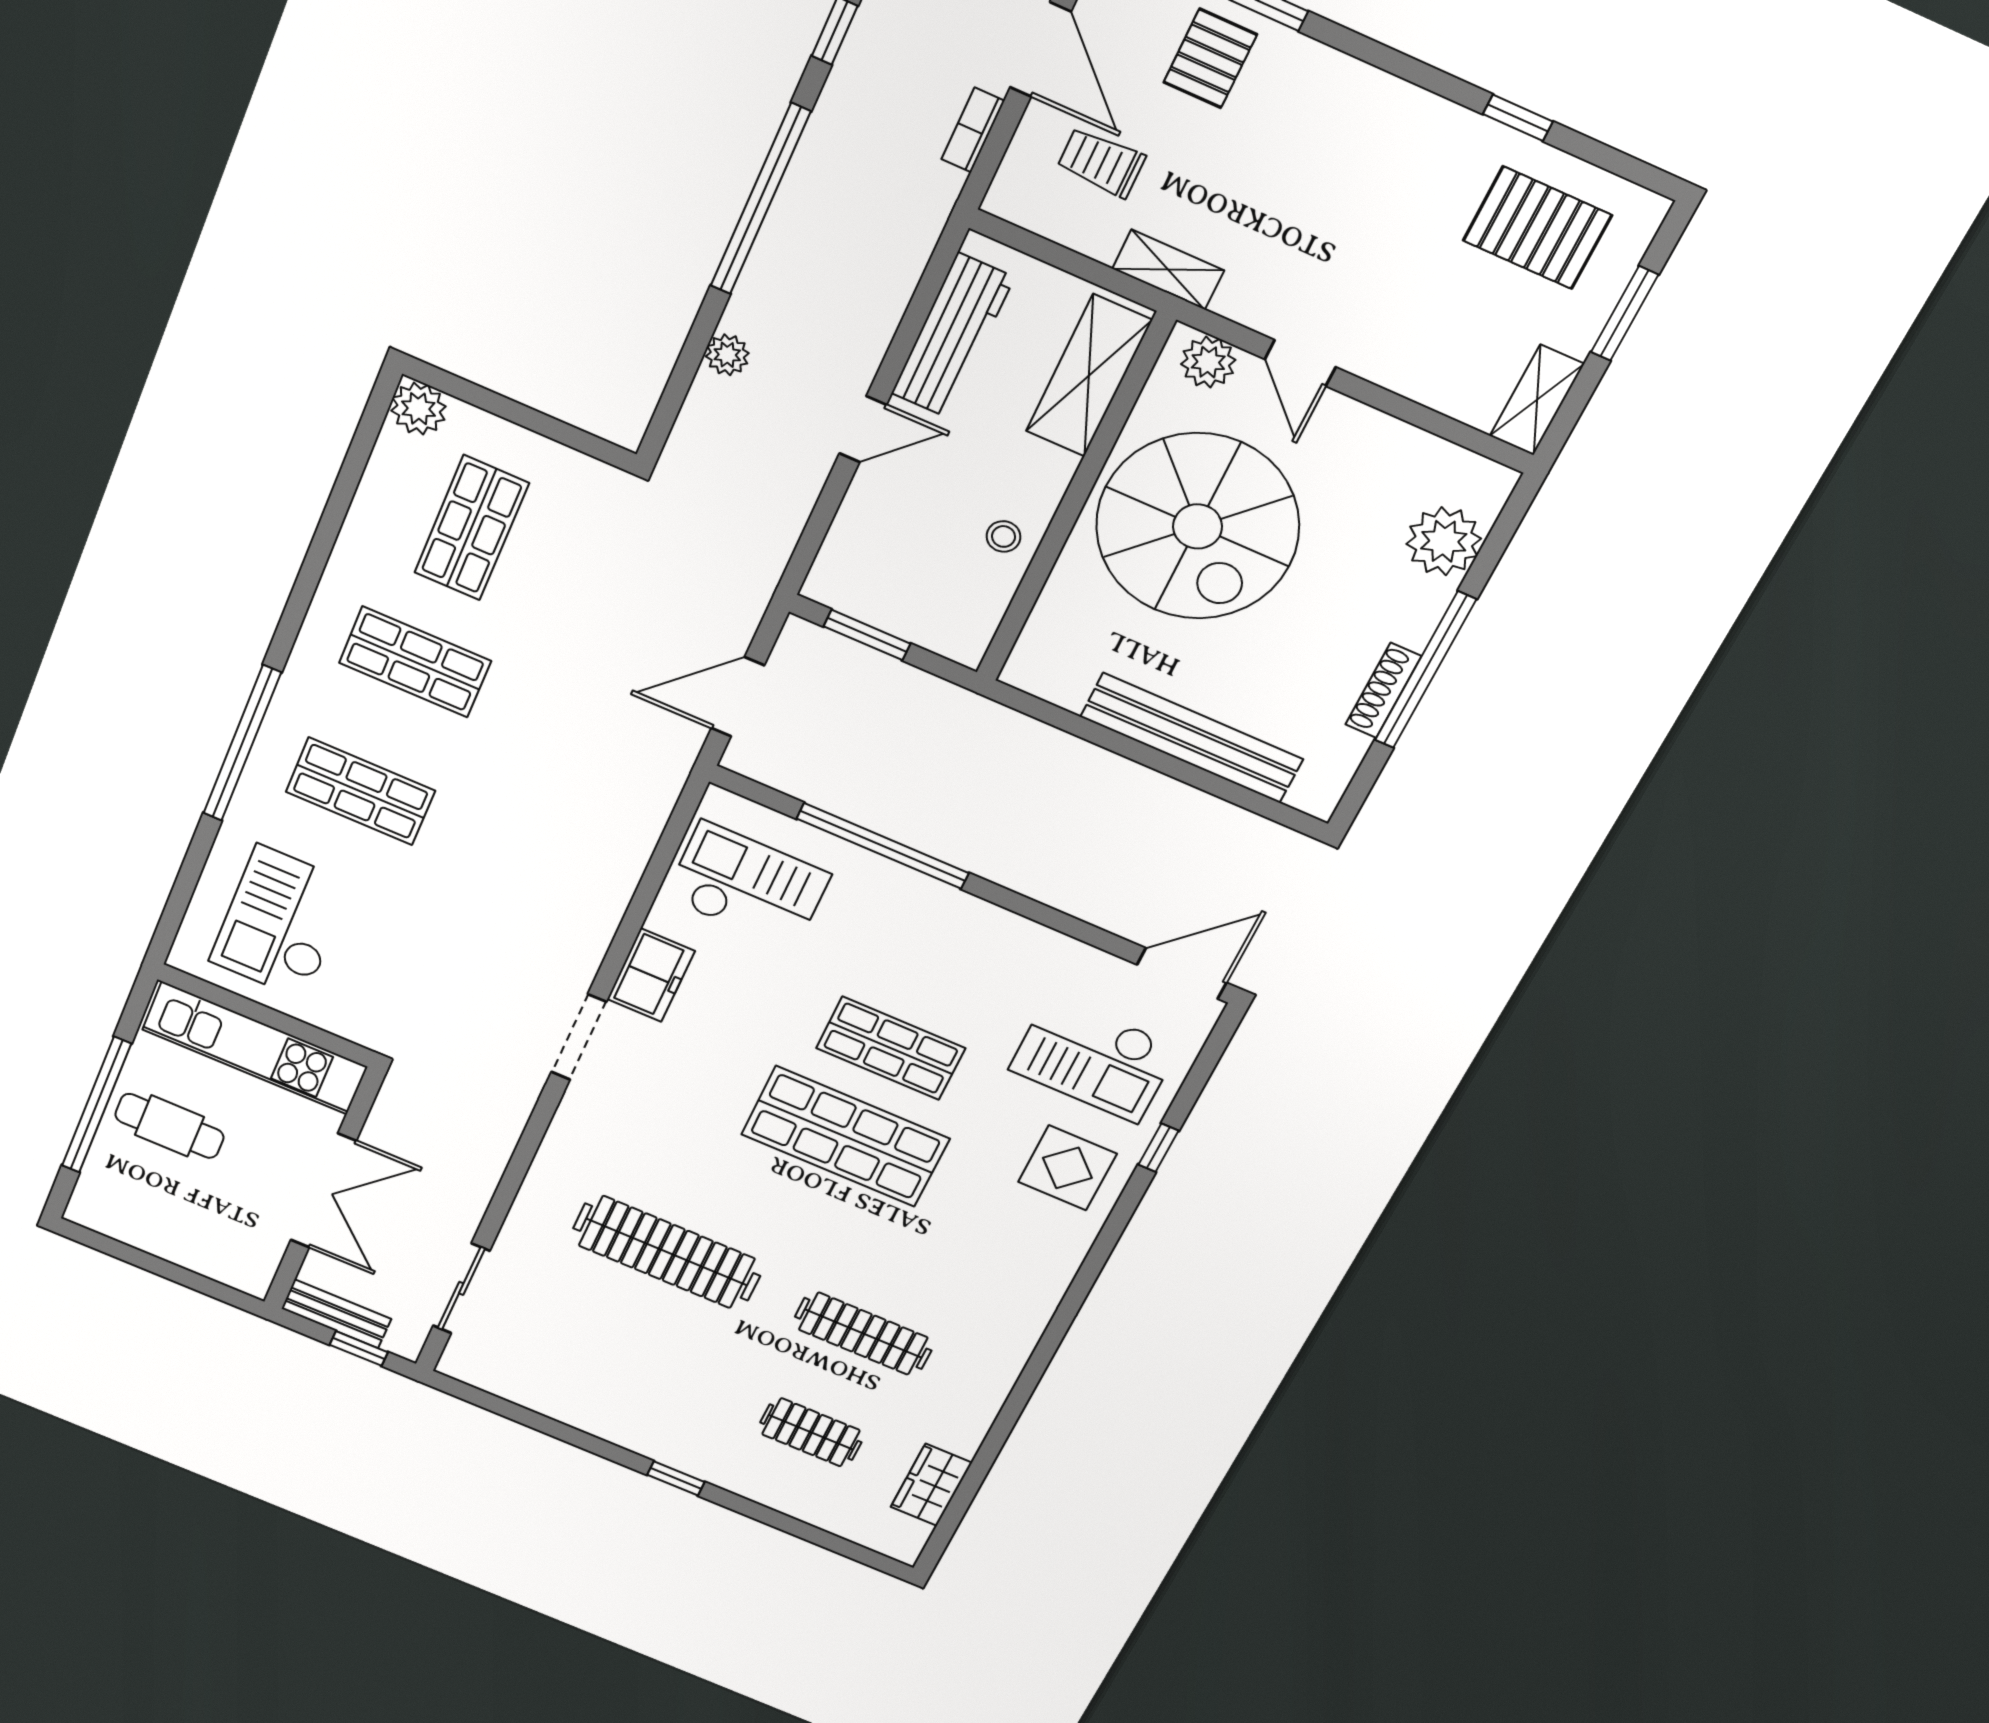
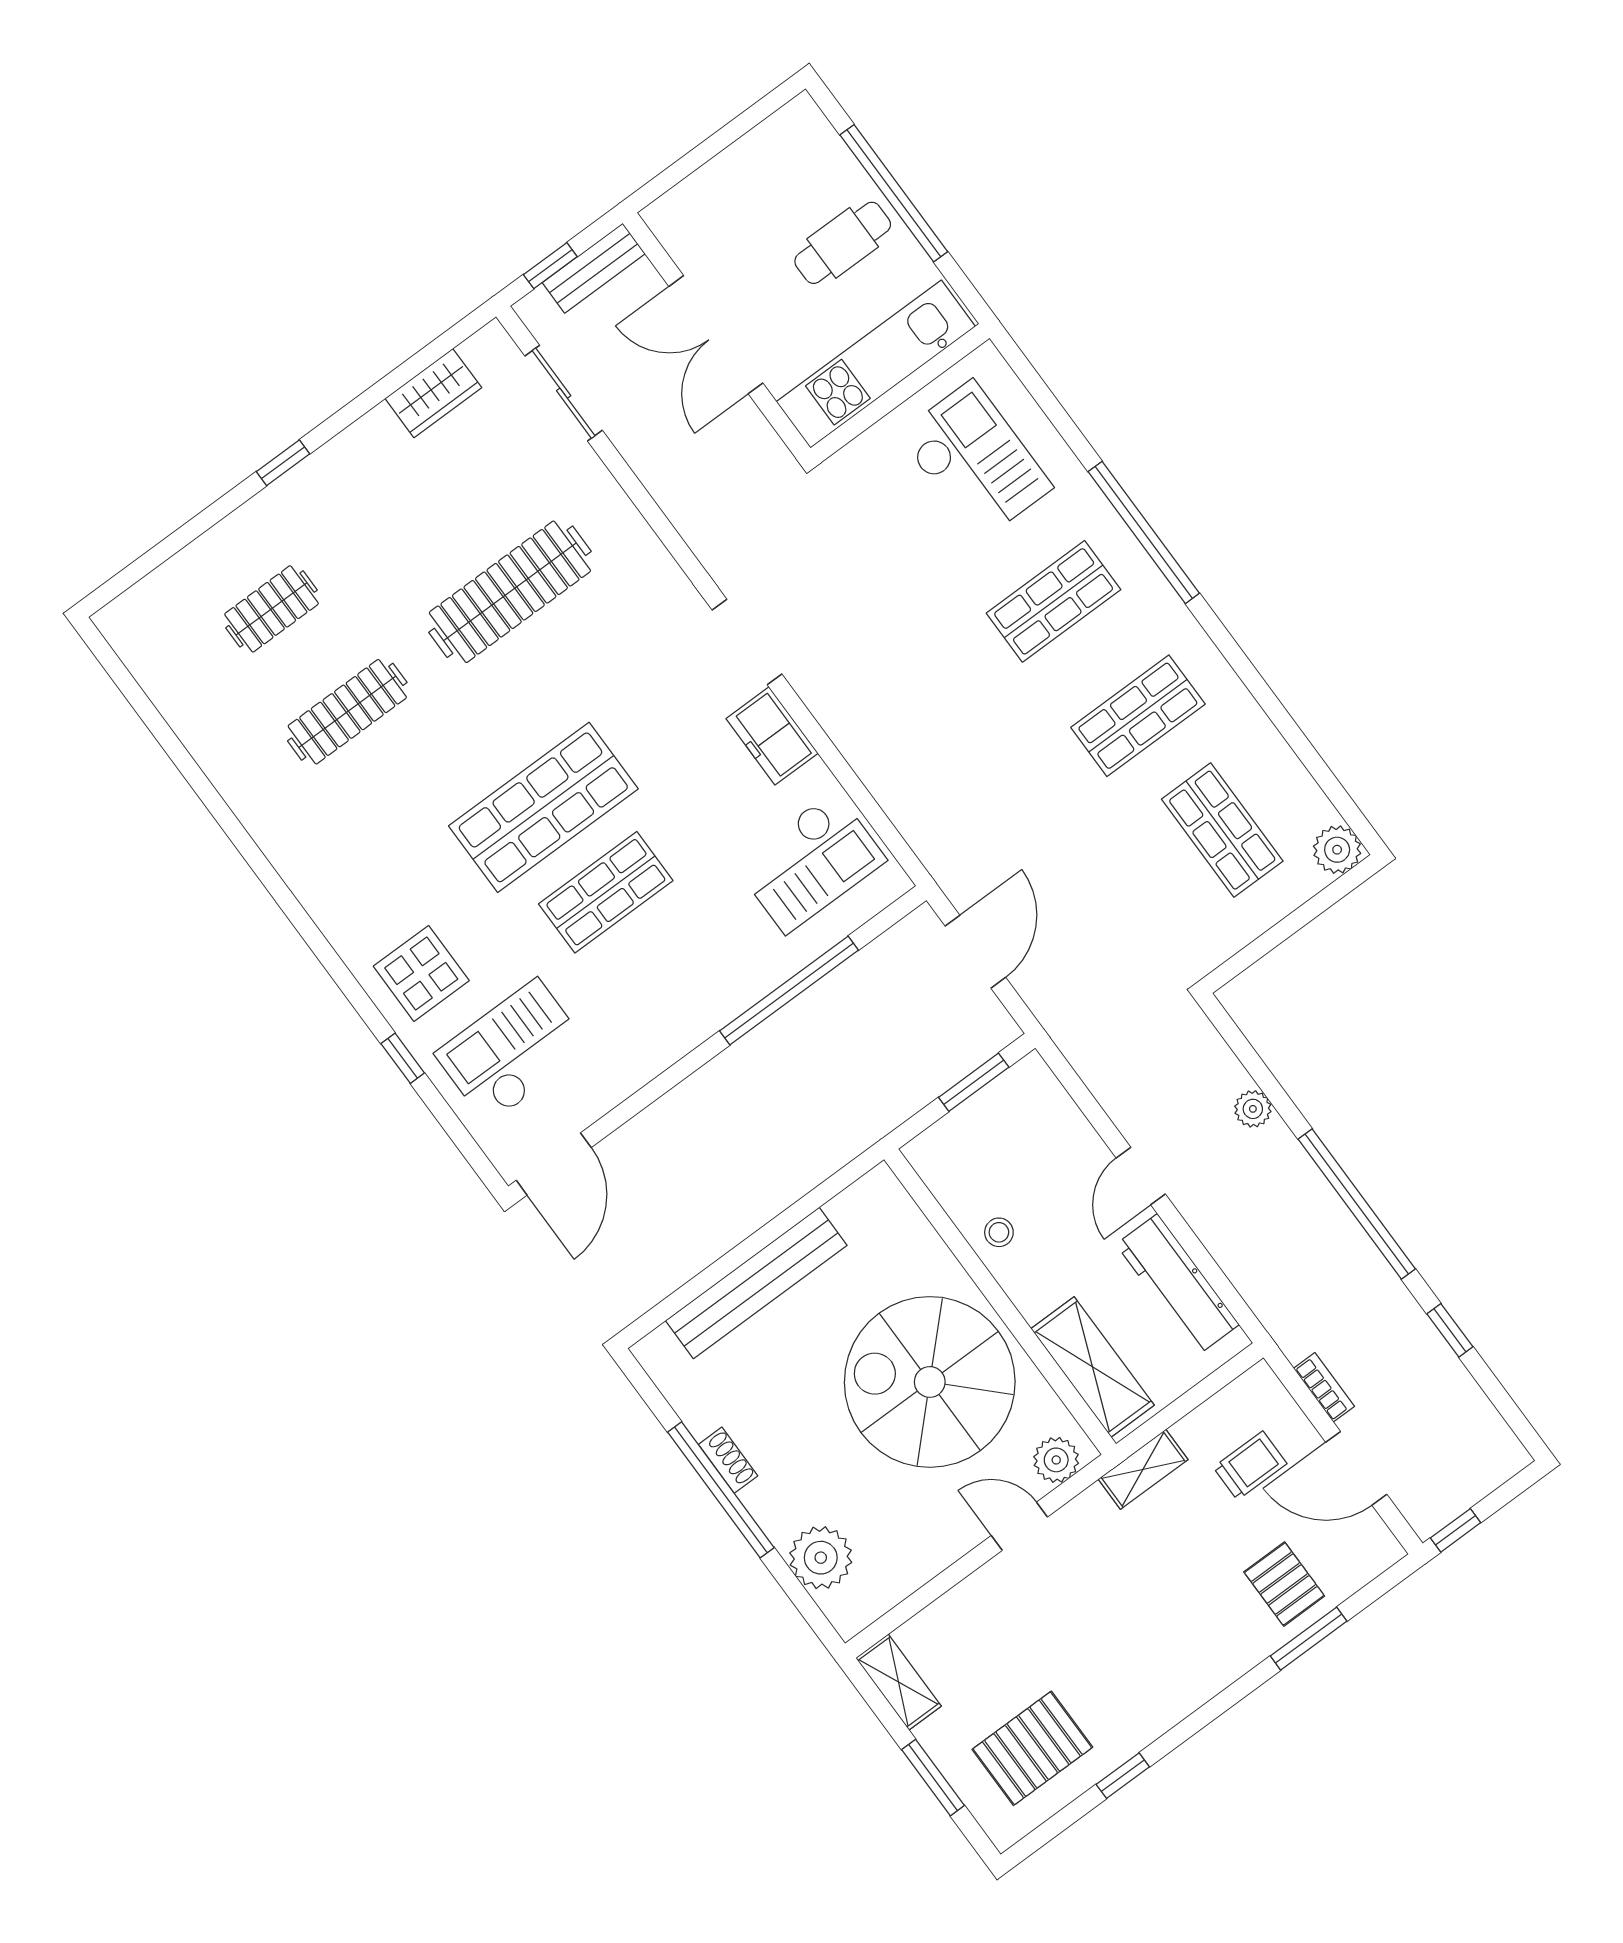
shoe rack: (1383, 690) -> (728, 1460), width x0.70
wardrobe: (931, 1485) -> (433, 393), moved, turned 90

